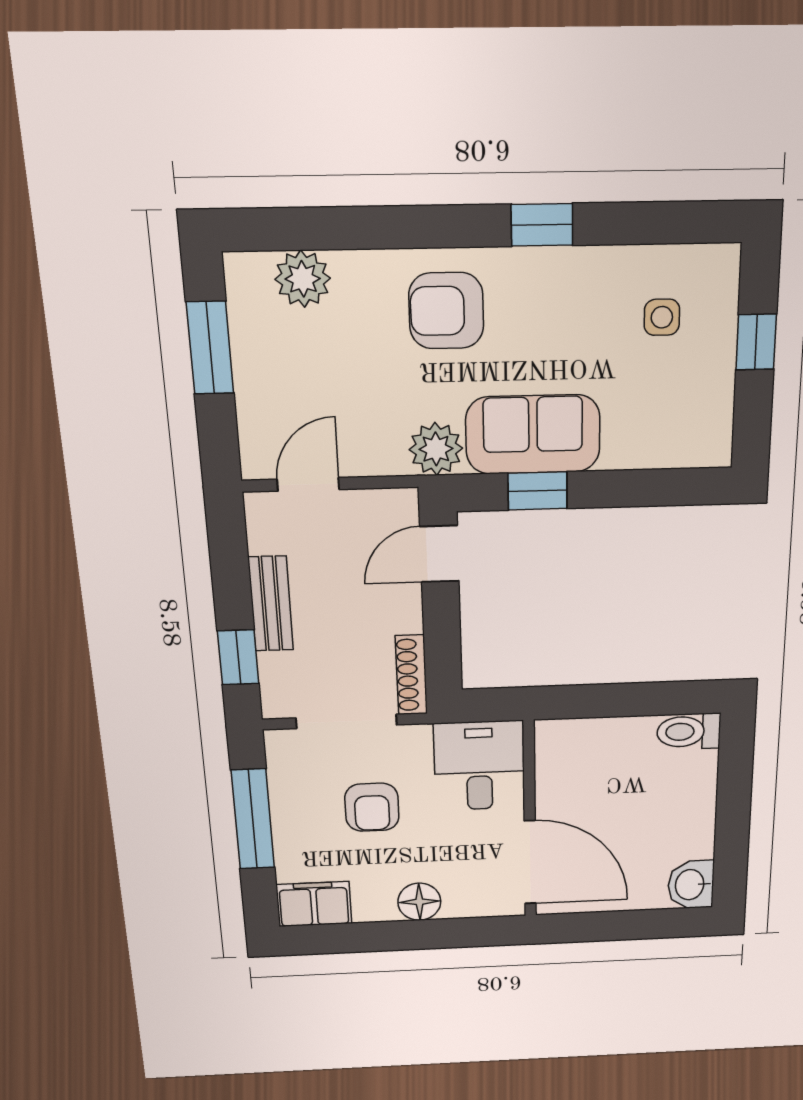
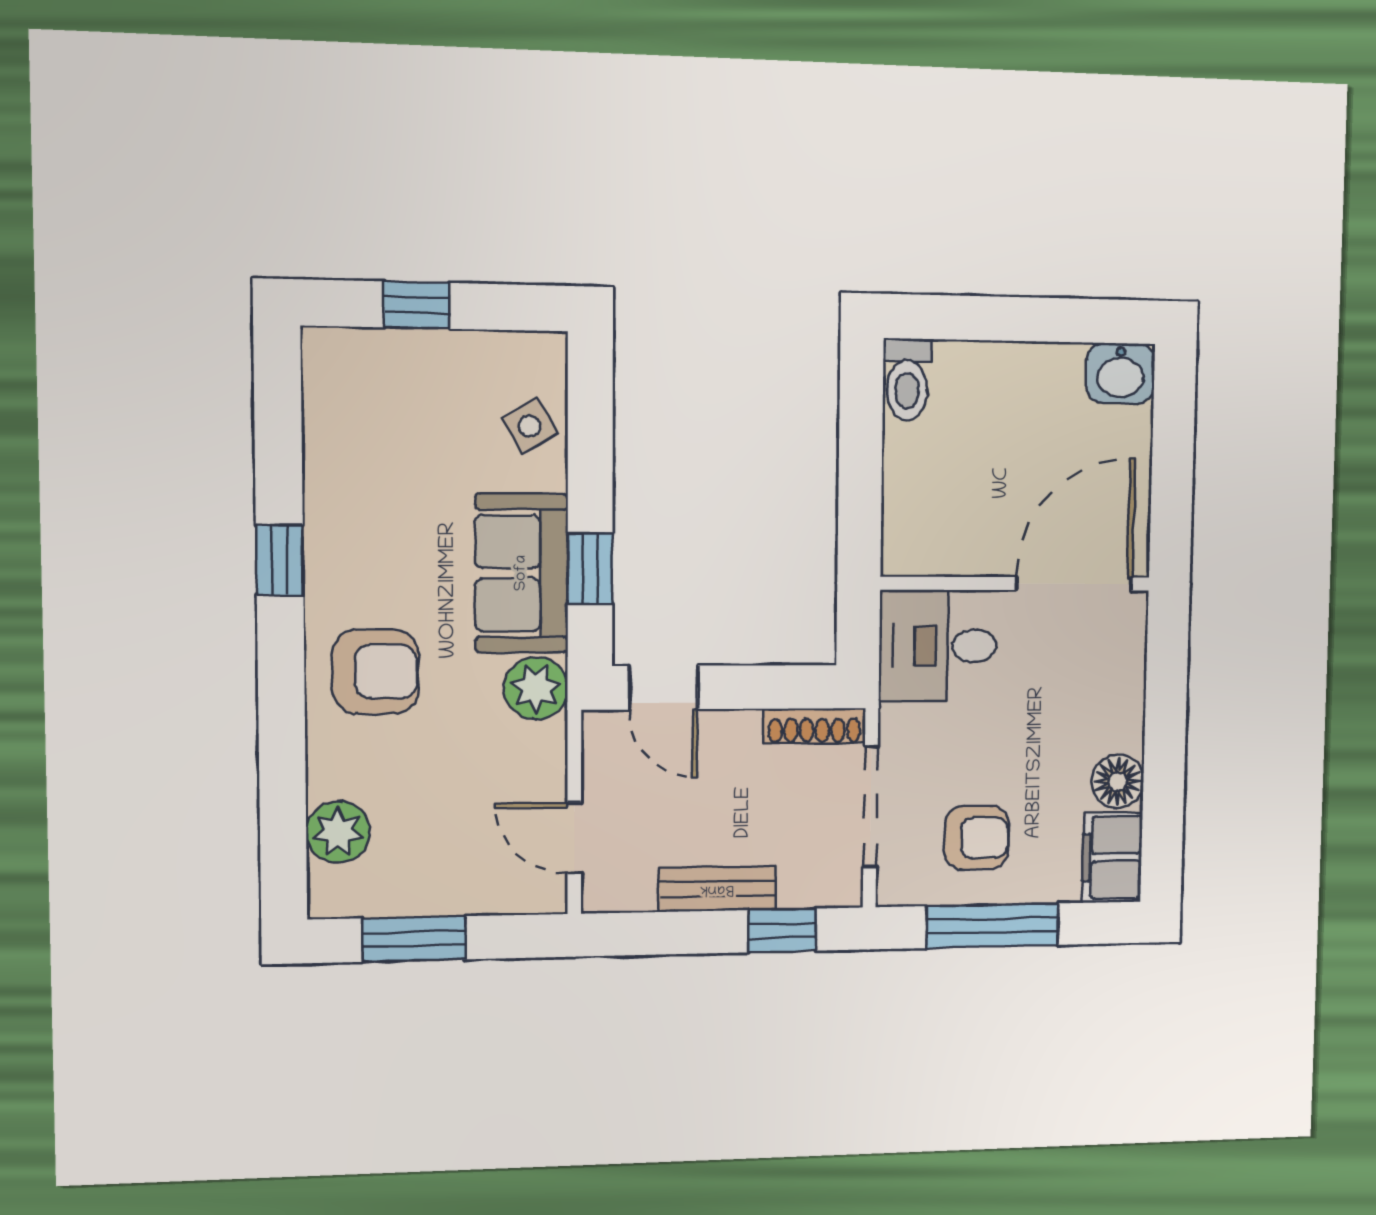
armchair: (446, 311) -> (376, 672), turned -90
side table: (662, 317) -> (530, 426), moved, turned -30
armchair: (372, 807) -> (977, 838), moved
floor lamp: (419, 902) -> (1118, 781), moved

